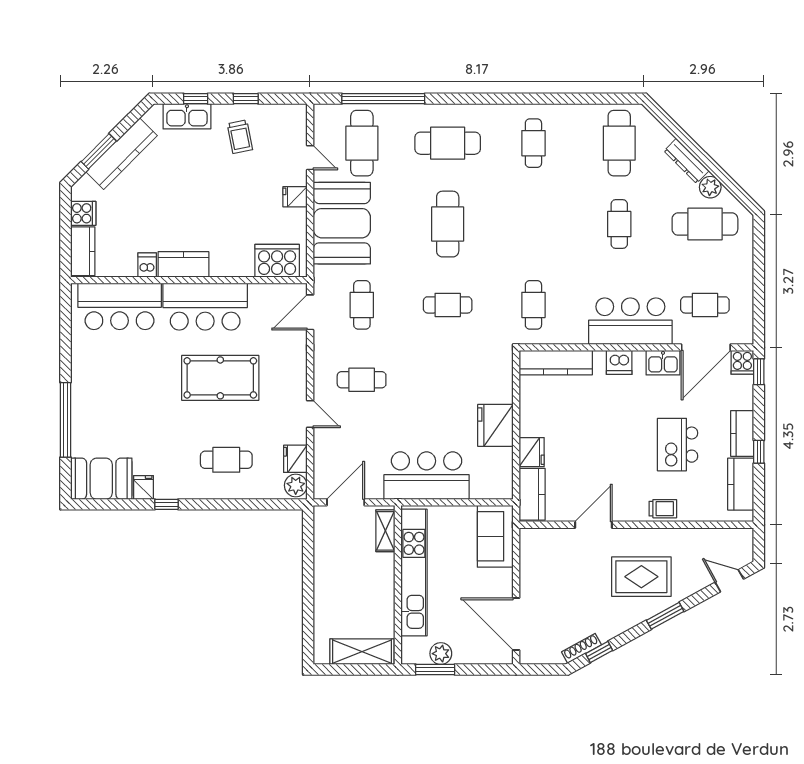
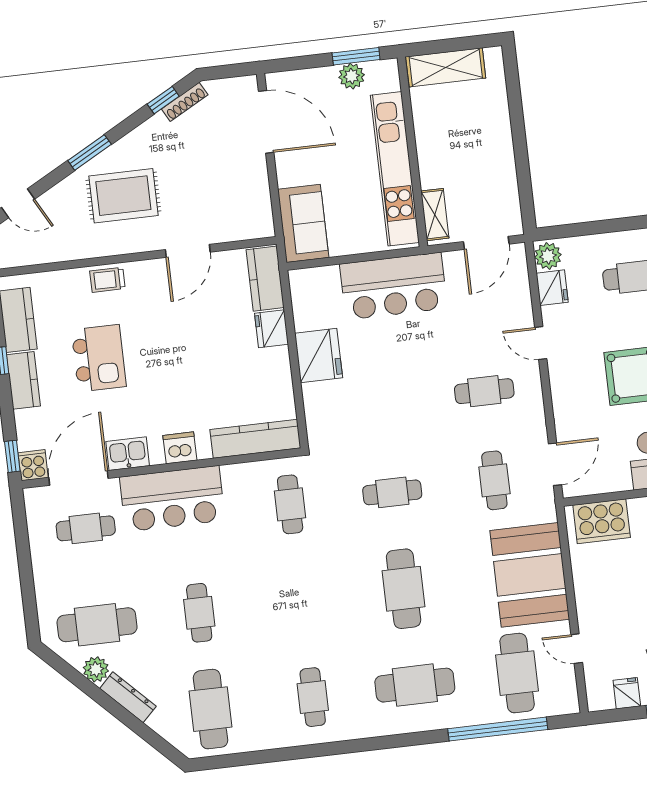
fridge: (295, 197) -> (627, 693), moved, turned -90

